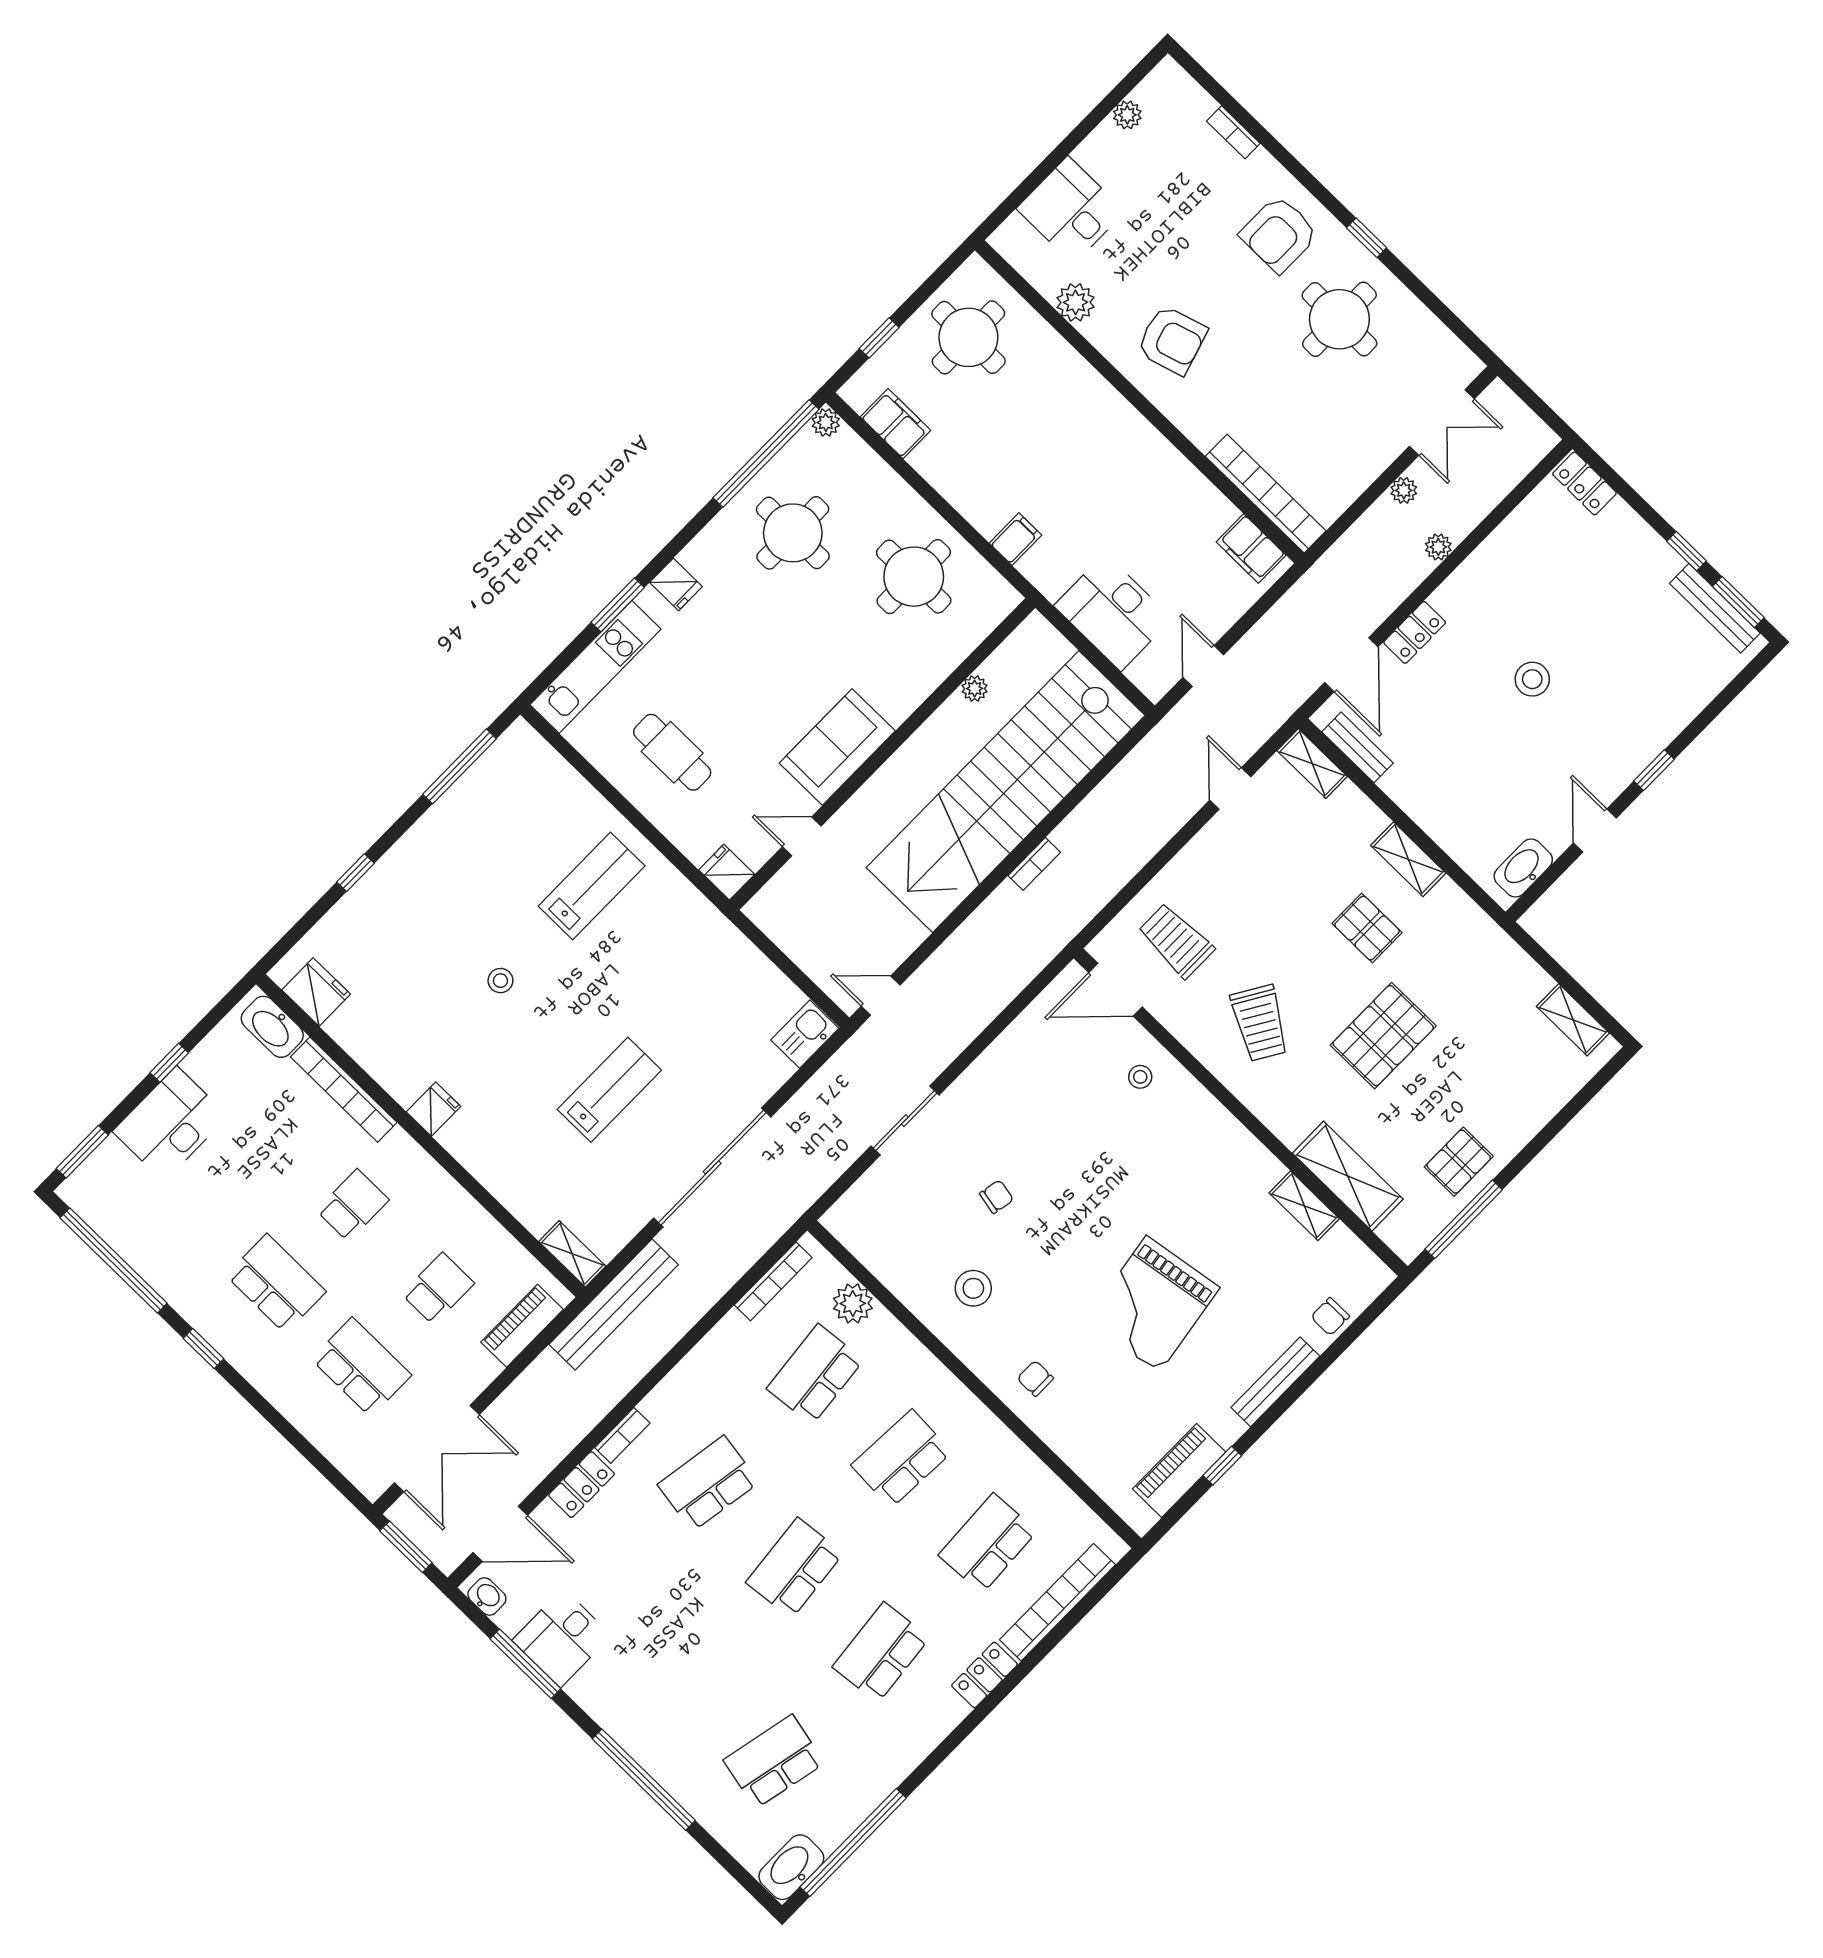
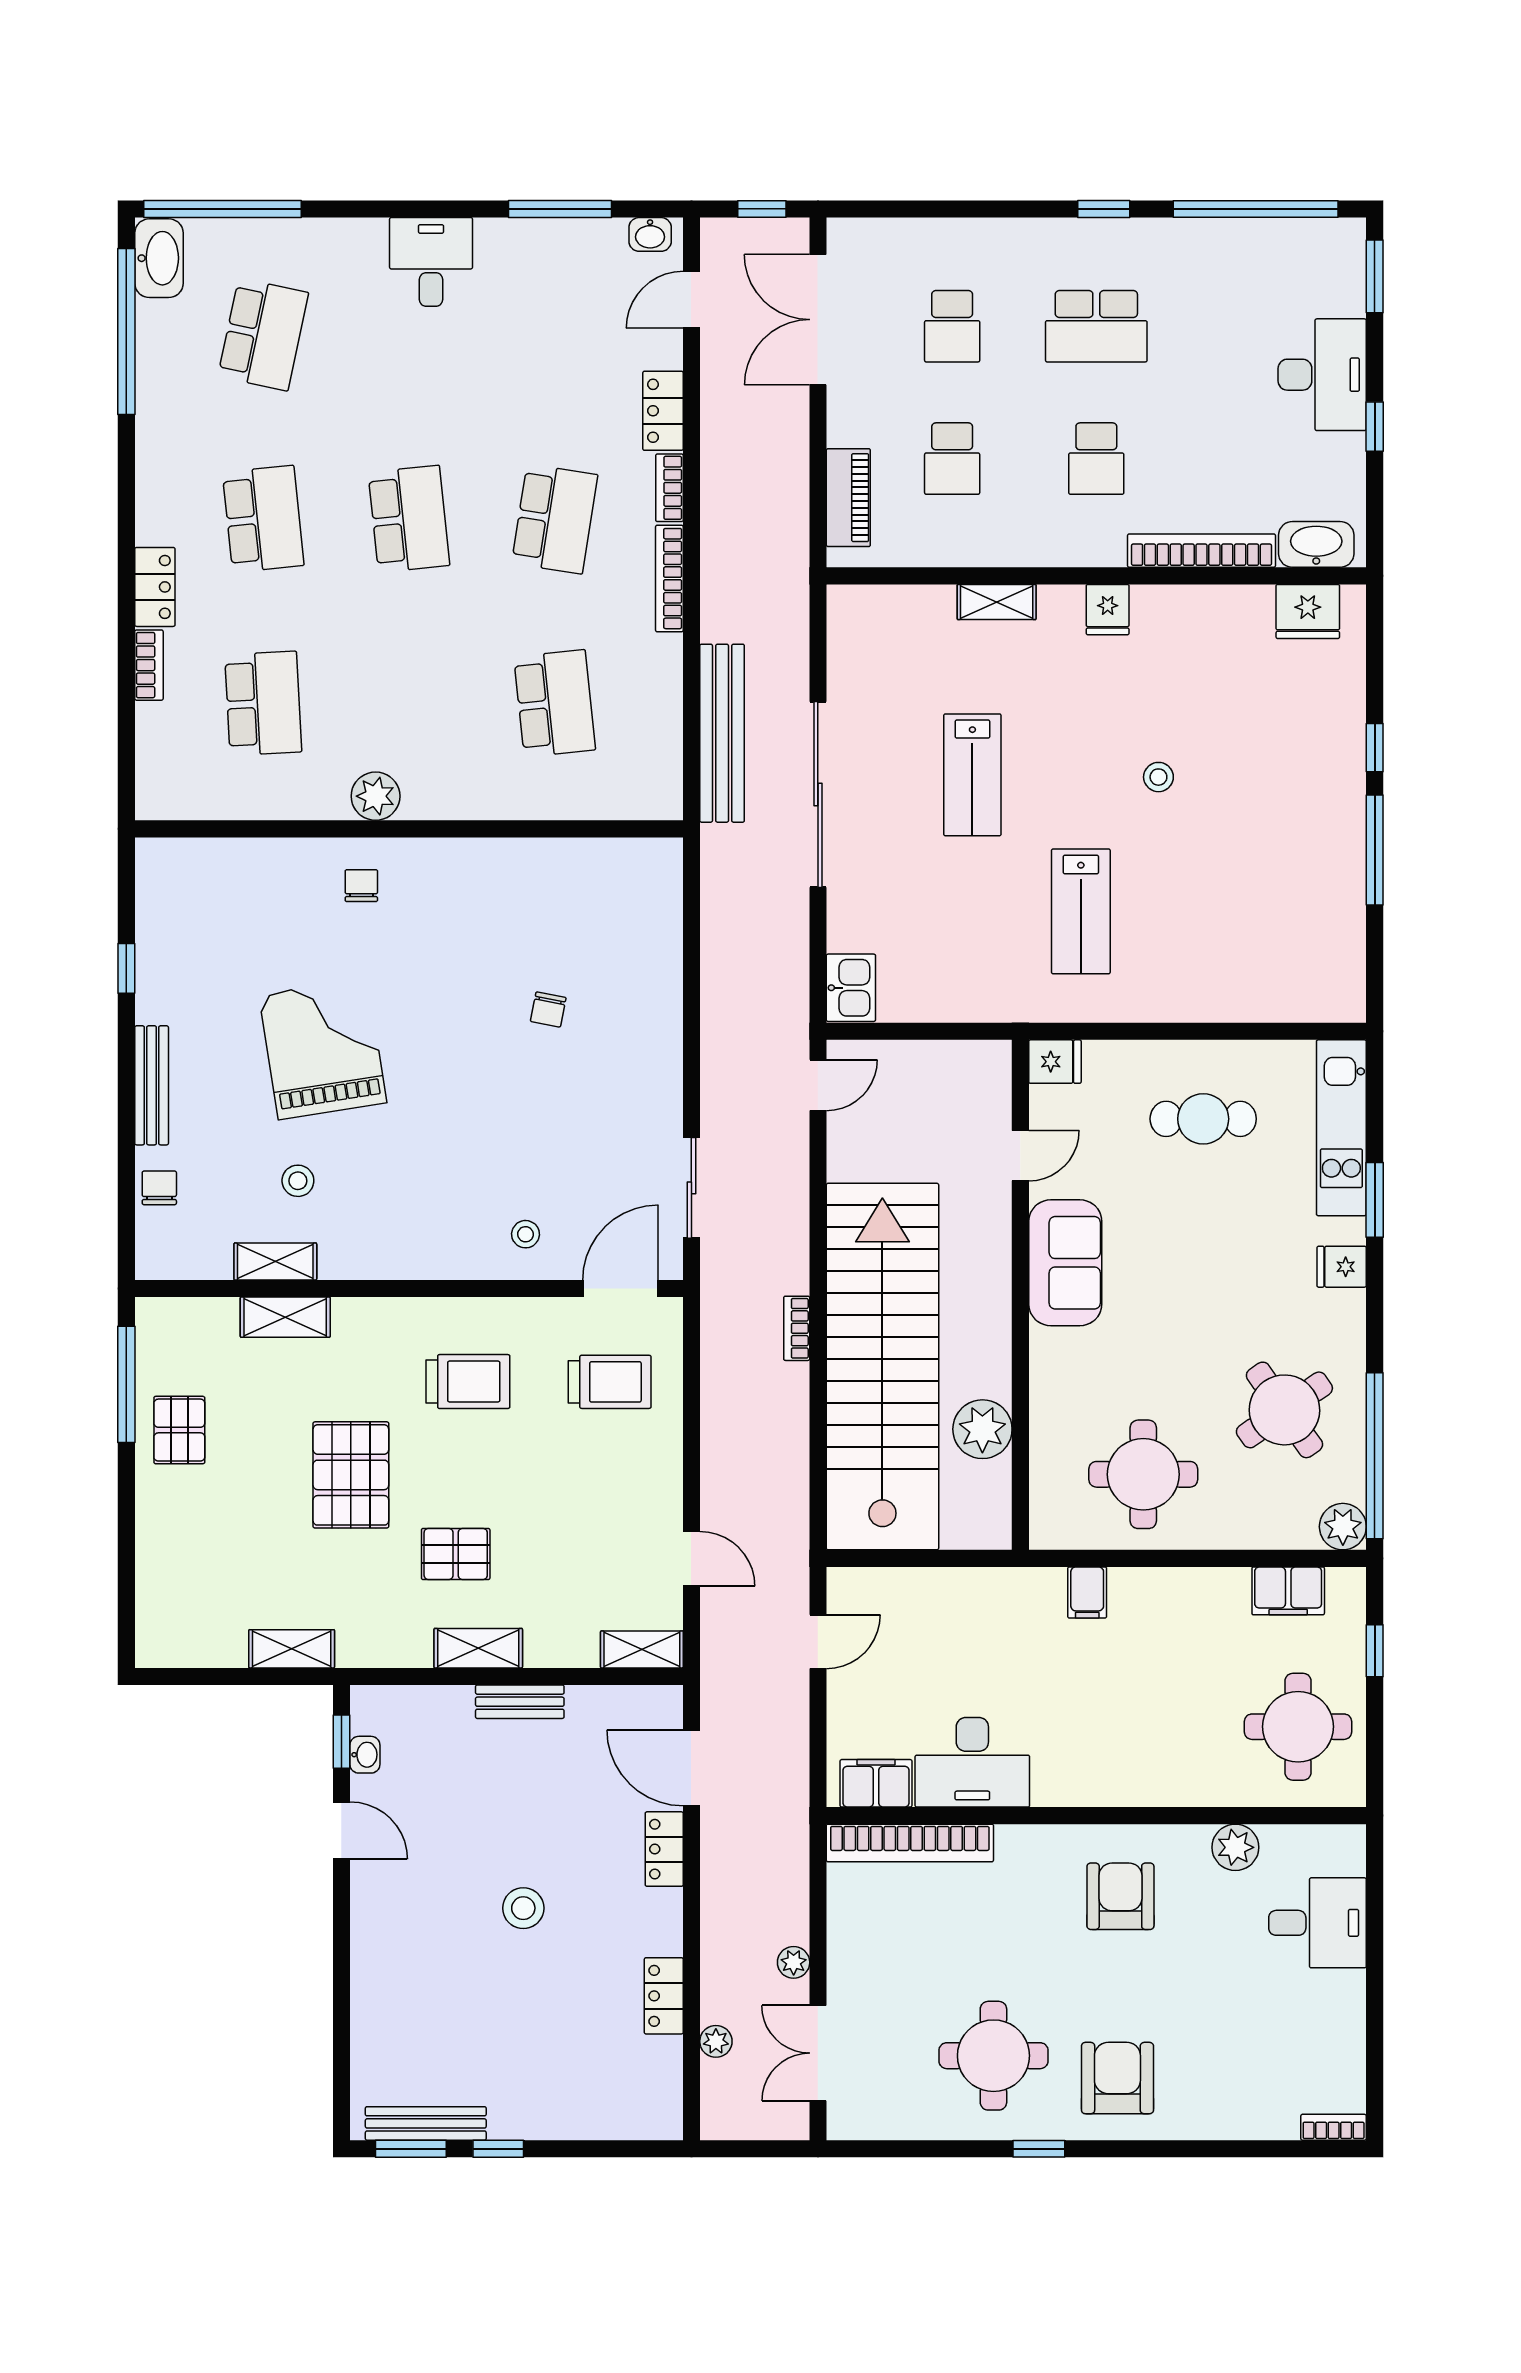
plant: (1127, 115) -> (1349, 2053), removed
bookcase: (1233, 132) -> (1334, 2127), moved
armchair: (1172, 340) -> (1120, 1896), turned 107
plant: (826, 422) -> (1343, 1527), width x1.38, depth x1.38
locker: (1584, 483) -> (664, 1996), moved, turned -90
round table: (793, 533) -> (1284, 1410), turned -35
plant: (1438, 547) -> (716, 2041), moved
desk: (1113, 612) -> (972, 1762), moved, turned 180
door: (1203, 666) -> (818, 1642), hinge flipped
plant: (975, 689) -> (982, 1429), width x1.87, depth x1.87
bench: (1357, 747) -> (520, 1702), moved
window: (460, 766) -> (1375, 850), moved
window: (1654, 770) -> (341, 1742), moved
washbasin: (1523, 868) -> (365, 1755), width x0.52, depth x0.69
lab bench: (592, 886) -> (1081, 911), moved
shelving: (1573, 1020) -> (292, 1649), moved
trolley: (1260, 1023) -> (468, 1382), turned 149
sliding door: (905, 1121) -> (691, 1188), moved
shelving: (1348, 1176) -> (285, 1317), width x0.67, depth x0.75
shelving: (572, 1254) -> (997, 602), moved
bookcase: (773, 1281) -> (669, 579), moved
stool: (973, 1288) -> (298, 1181), moved, width x0.73, depth x0.73
plant: (853, 1303) -> (376, 796), moved
bench: (614, 1304) -> (722, 733), moved
school desk: (361, 1367) -> (952, 326), width x0.54
chair: (1035, 1378) -> (361, 886), turned -90
school desk: (901, 1459) -> (409, 703), removed
piano: (1179, 1470) -> (160, 928), removed
door: (500, 1534) -> (691, 300), width x0.73
window: (406, 1547) -> (762, 209), width x0.67
bookcase: (1057, 1602) -> (149, 665), width x0.43, depth x0.76
desk: (562, 1638) -> (431, 262), moved
window: (644, 1780) -> (222, 209), moved

